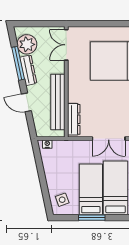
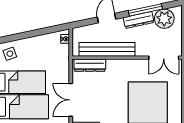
double door: (66, 45) -> (164, 58), swing flipped

